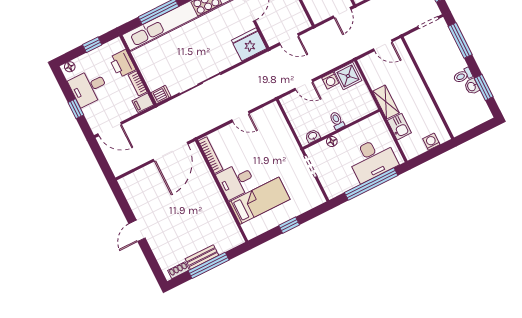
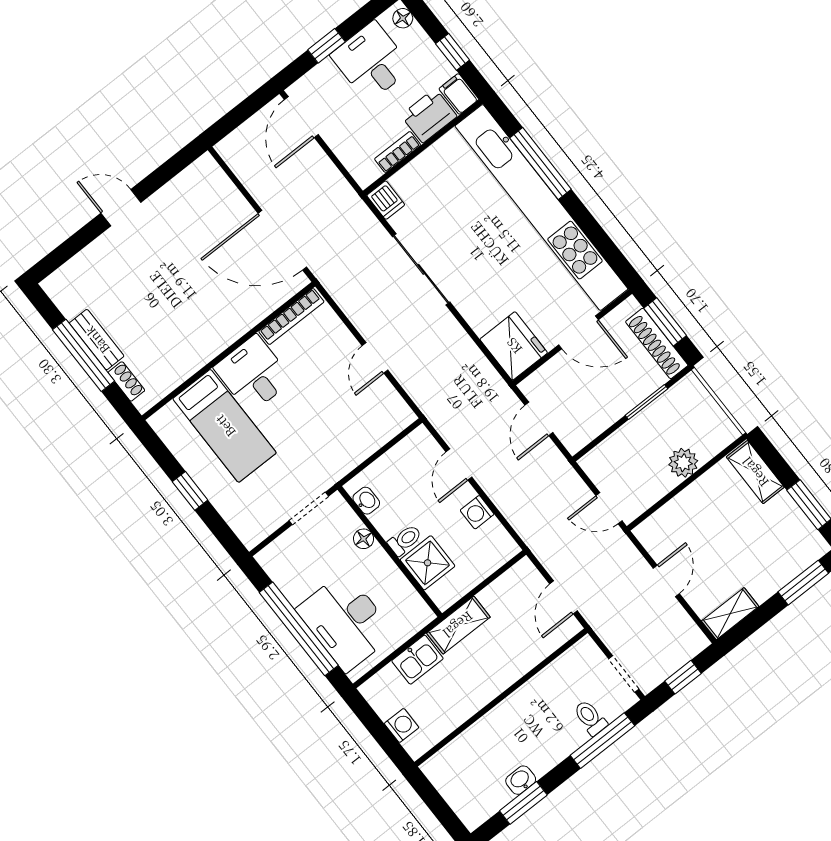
shower: (348, 76) -> (428, 563), moved
toilet: (463, 76) -> (590, 718), moved
filing cabinet: (143, 103) -> (459, 94), moved
shoe rack: (179, 270) -> (126, 381), moved

